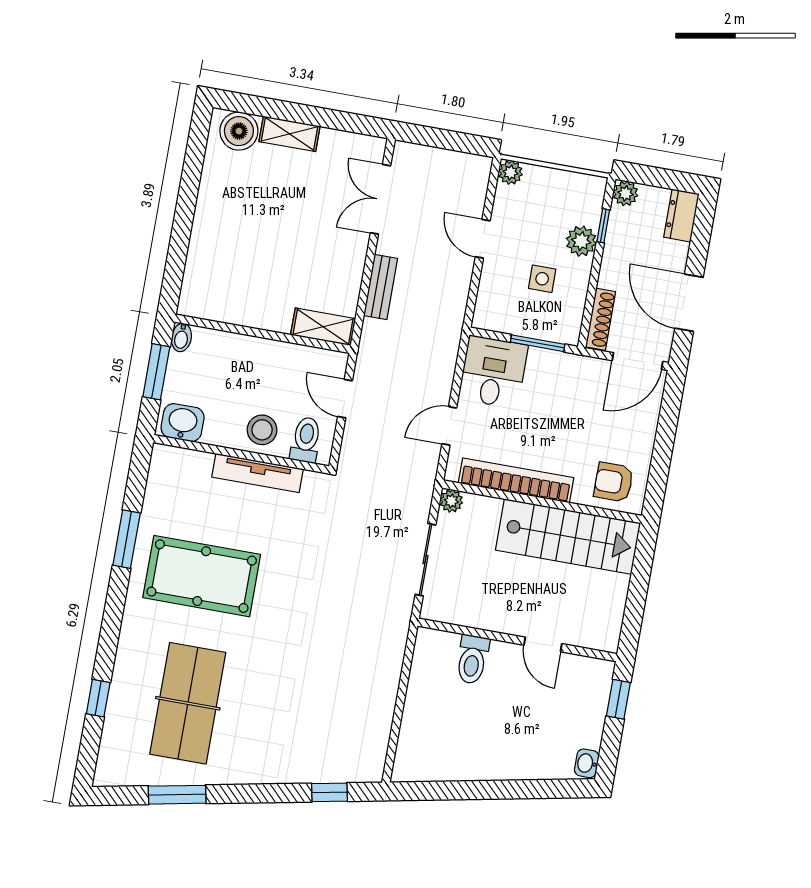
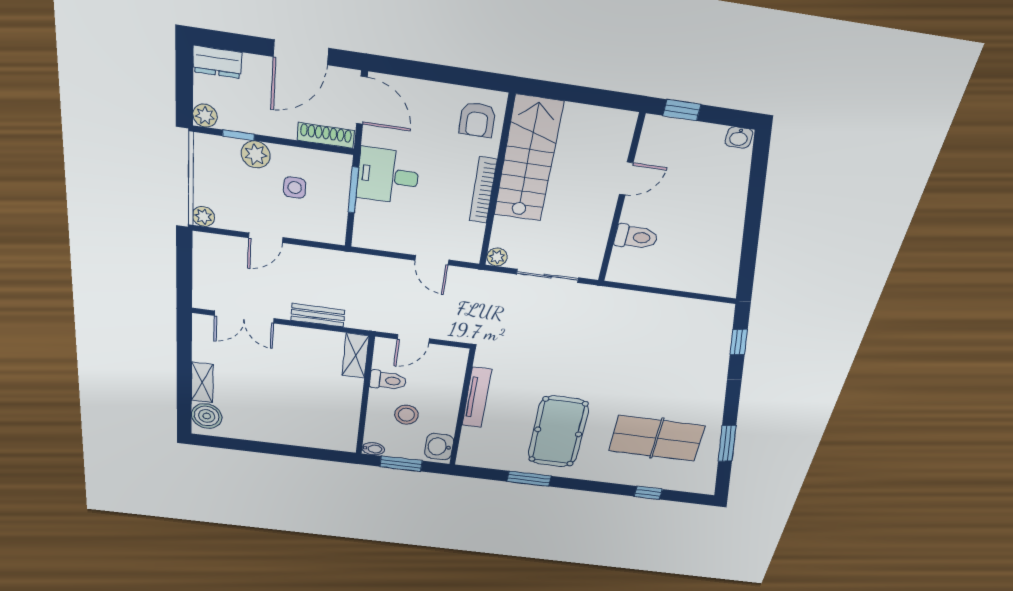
desk: (493, 372) -> (388, 176), moved
stool: (262, 430) -> (406, 415), moved
toilet: (306, 440) -> (388, 380), moved, turned 180
bookcase: (516, 480) -> (483, 190), width x0.68, depth x0.76

